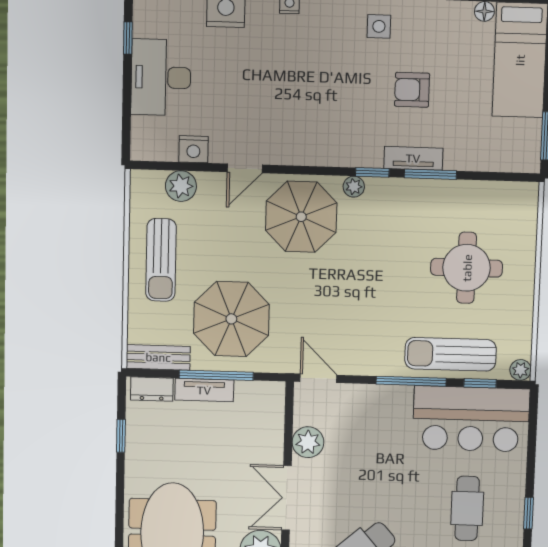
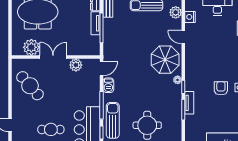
armchair: (412, 90) -> (221, 88), moved
parasol: (231, 319) -> (124, 33), removed
barbecue: (362, 363) -> (108, 85), added

